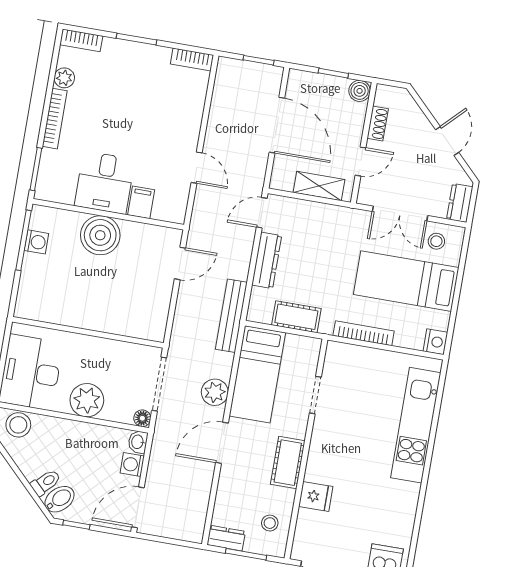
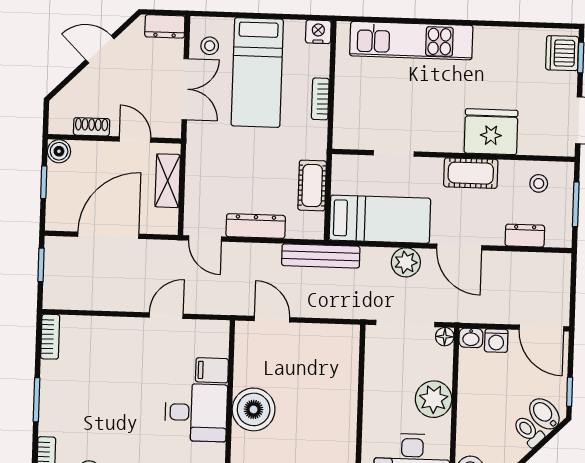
bookcase: (364, 333) -> (320, 99), width x0.64
fridge: (316, 496) -> (491, 132), width x1.88, depth x1.34
dresser: (226, 538) -> (525, 236), moved, turned 90

